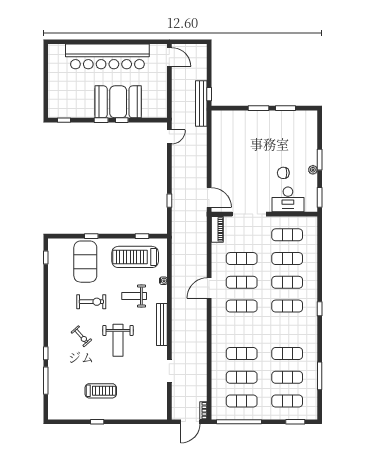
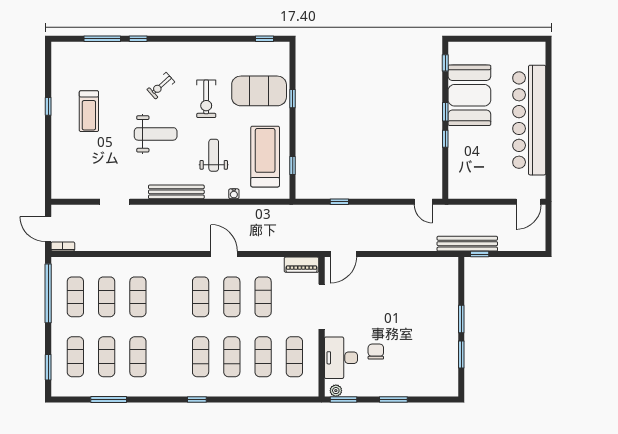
booth: (118, 102) -> (469, 95), moved
plant: (313, 170) -> (336, 391), moved
weight bench: (118, 340) -> (156, 134), turned 180

